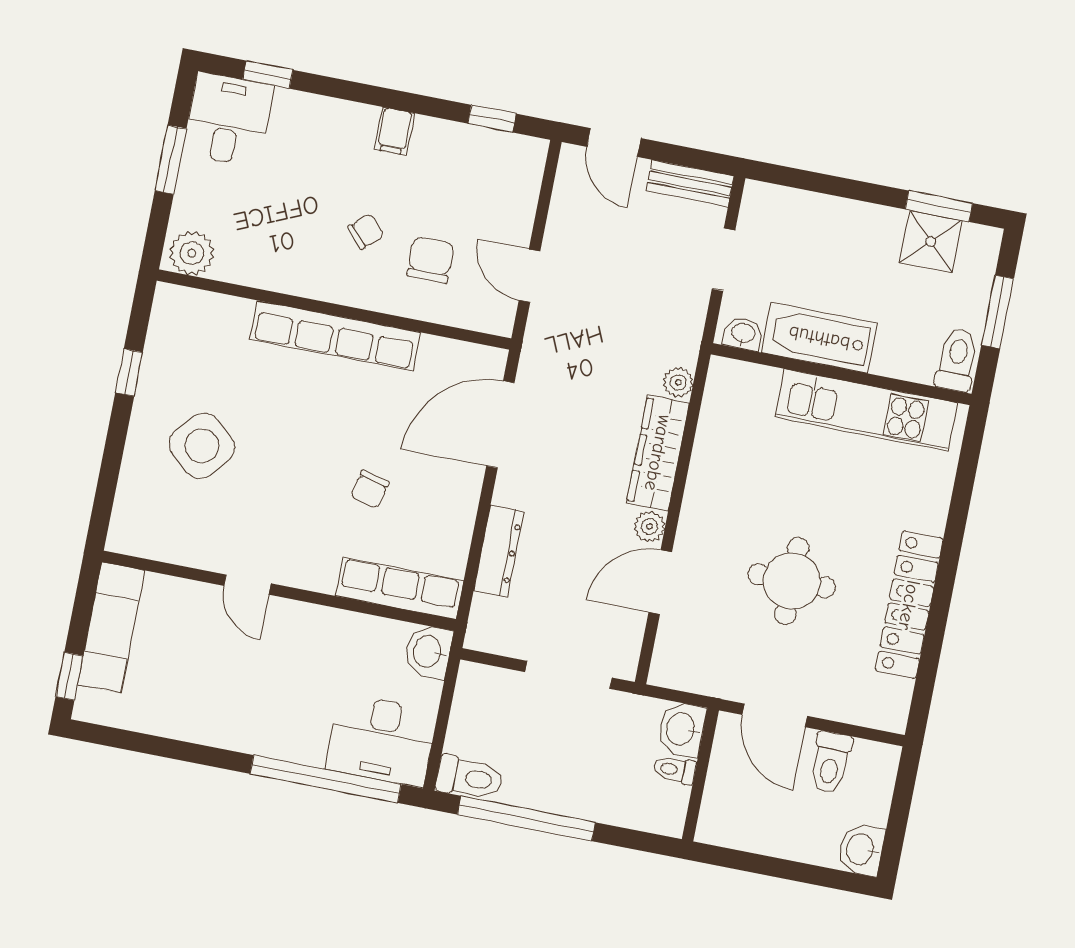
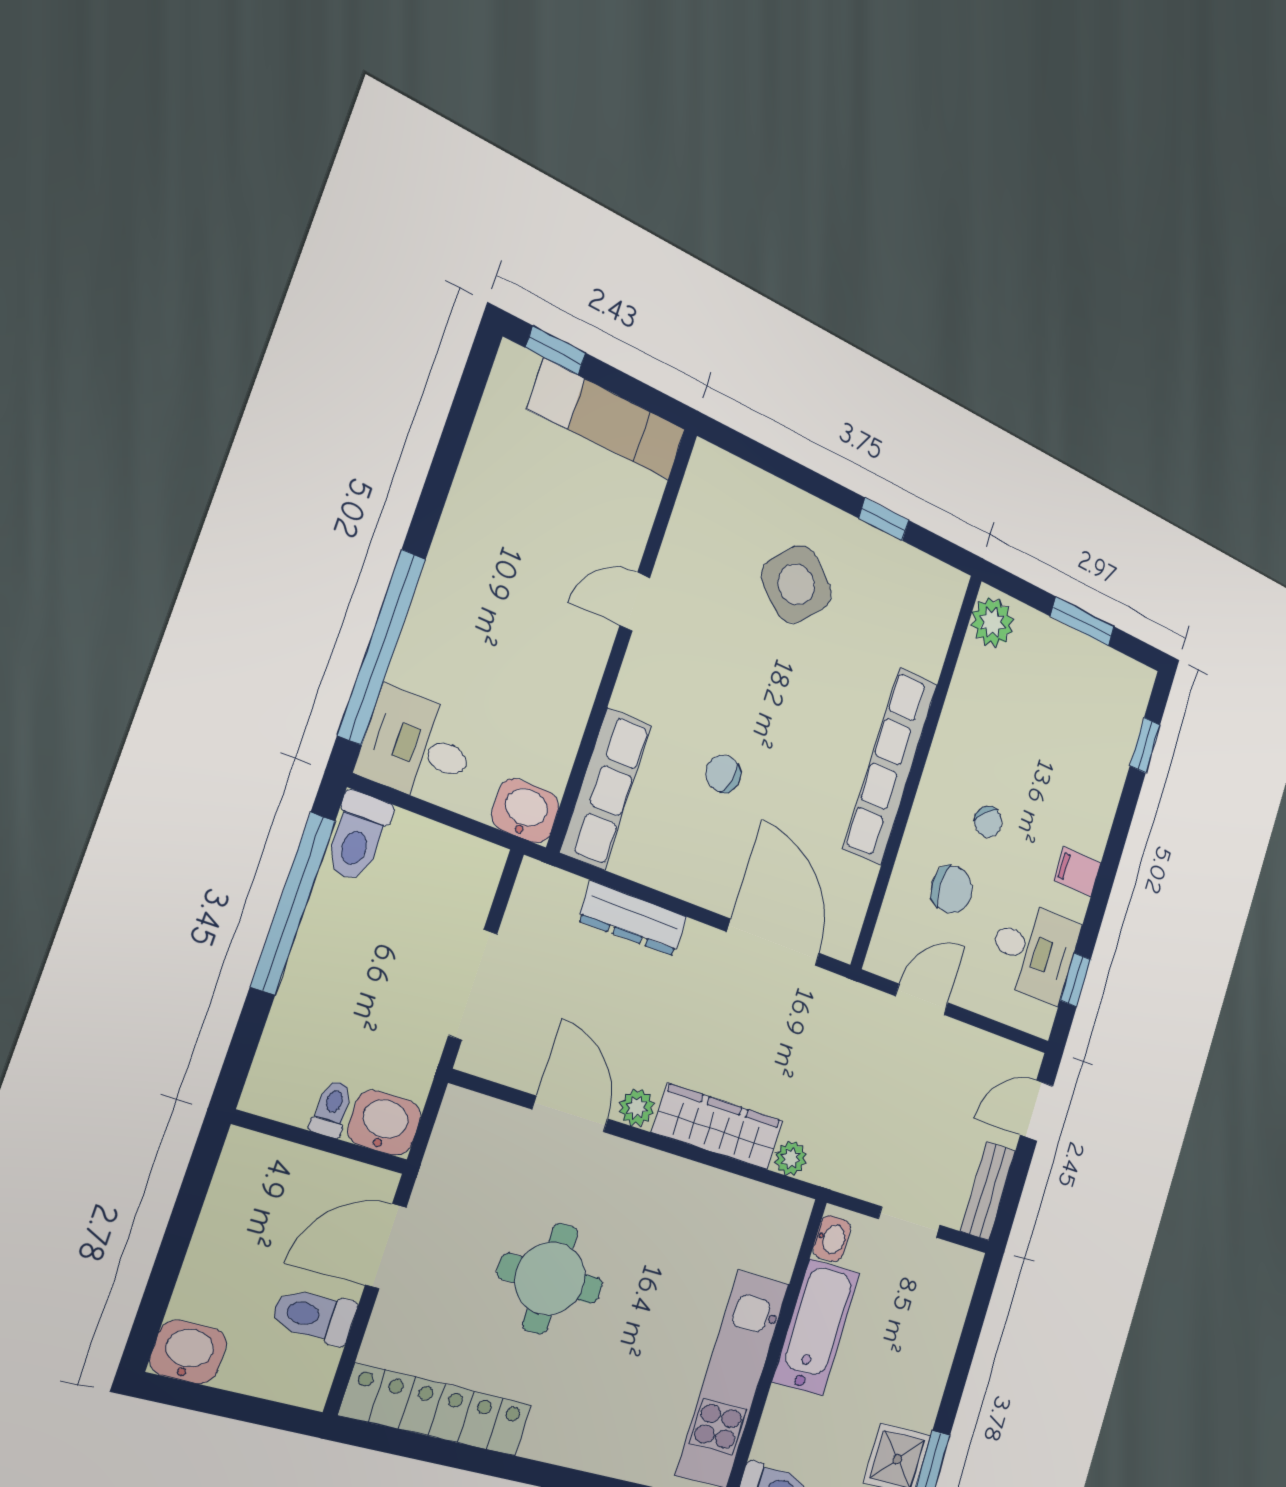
desk: (228, 120) -> (1033, 951), moved
locker: (909, 605) -> (436, 1410), moved
desk: (381, 740) -> (417, 747), width x0.73

